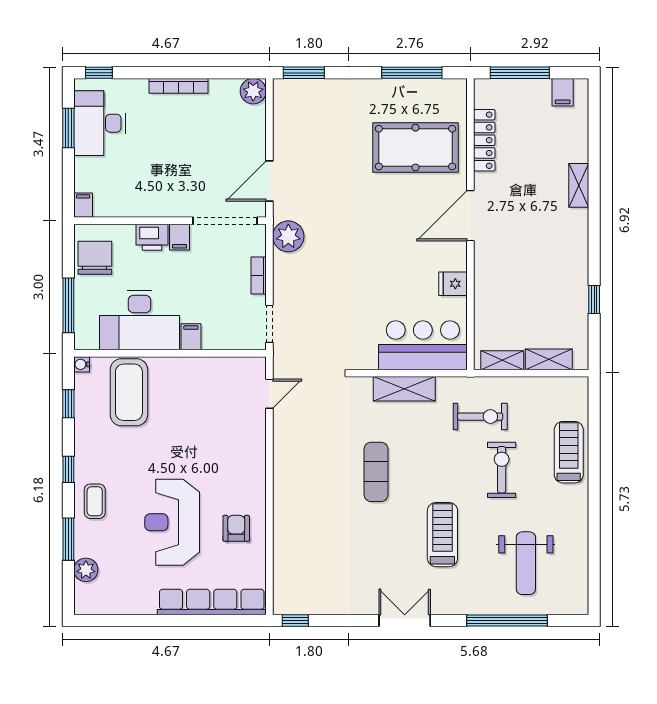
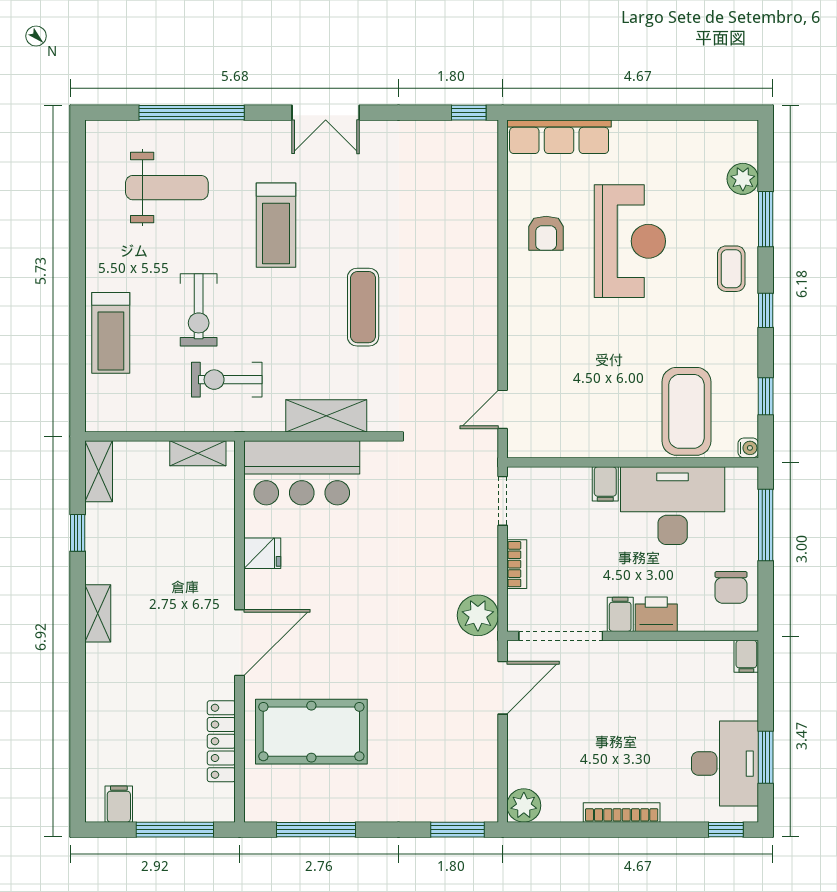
shelving: (579, 185) -> (98, 613), moved
chair: (95, 258) -> (731, 587), width x0.73, depth x0.73
shelving: (549, 359) -> (99, 471), moved, turned 90
weight bench: (526, 563) -> (167, 188), turned 90
row of seats: (212, 602) -> (559, 137), width x0.73

